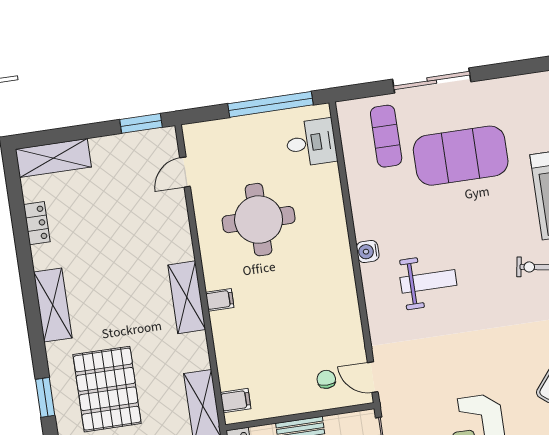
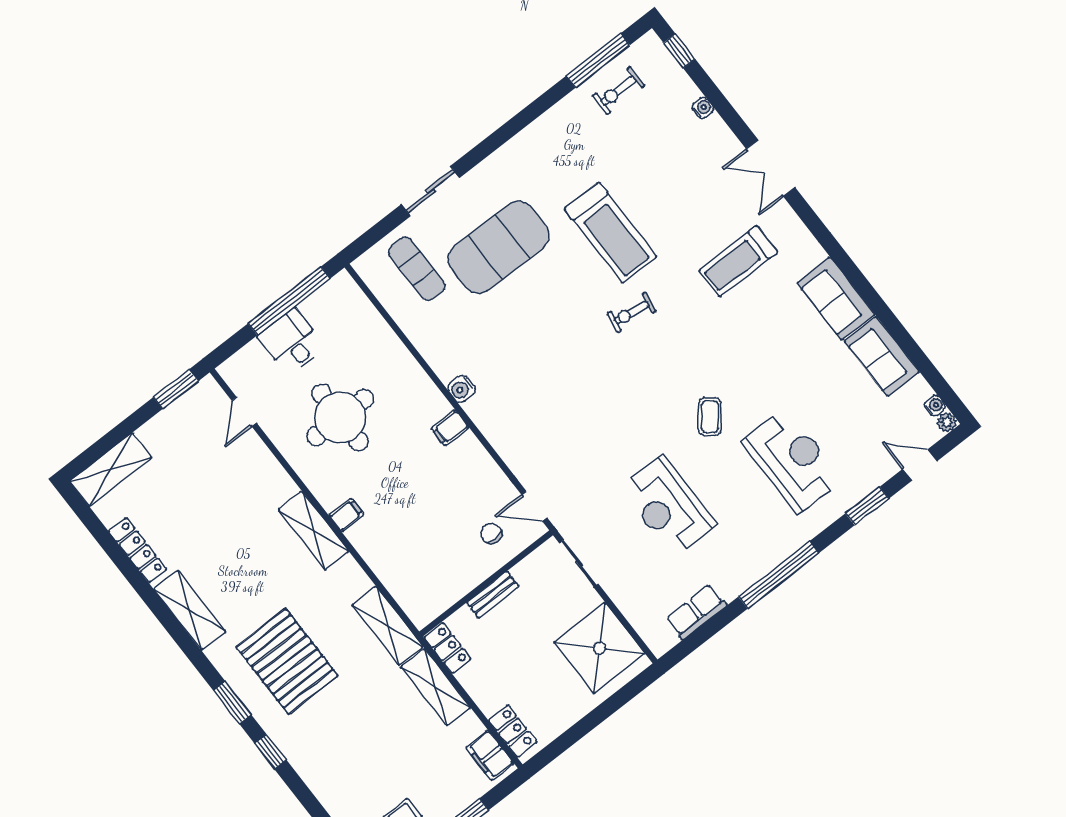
sliding door: (432, 81) -> (430, 191), width x0.73
desk: (311, 143) -> (292, 342), moved, turned -90
locker: (37, 223) -> (138, 550), width x1.53
weight bench: (428, 281) -> (536, 385), removed
filing cabinet: (236, 401) -> (450, 428), moved, turned 180

